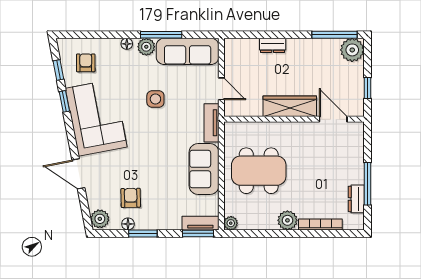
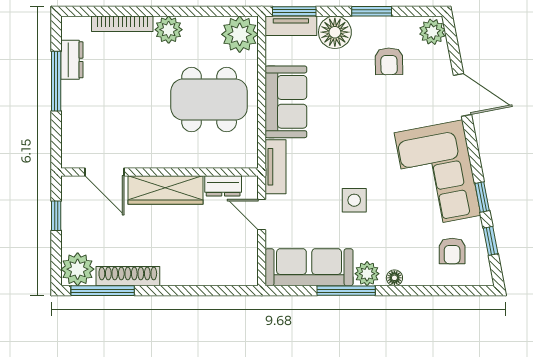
dresser: (273, 45) -> (223, 186), moved, turned 180
shoe rack: (316, 45) -> (128, 276), added
plant: (231, 223) -> (240, 34), width x1.88, depth x1.88
floor lamp: (128, 224) -> (335, 32), moved, width x1.89, depth x1.89

